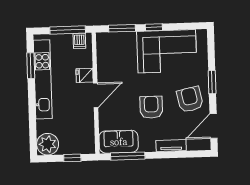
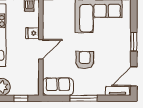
armchair: (190, 99) -> (116, 55), removed
tv unit: (171, 146) -> (118, 91), moved
window: (128, 156) -> (84, 98), moved

